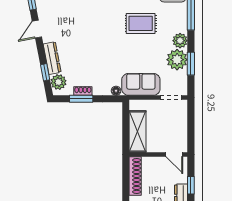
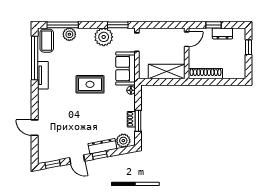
rug: (141, 23) -> (90, 84), moved, turned 90
plant: (180, 41) -> (69, 34), moved
window: (191, 64) -> (118, 25), moved
window: (45, 72) -> (100, 155), moved

